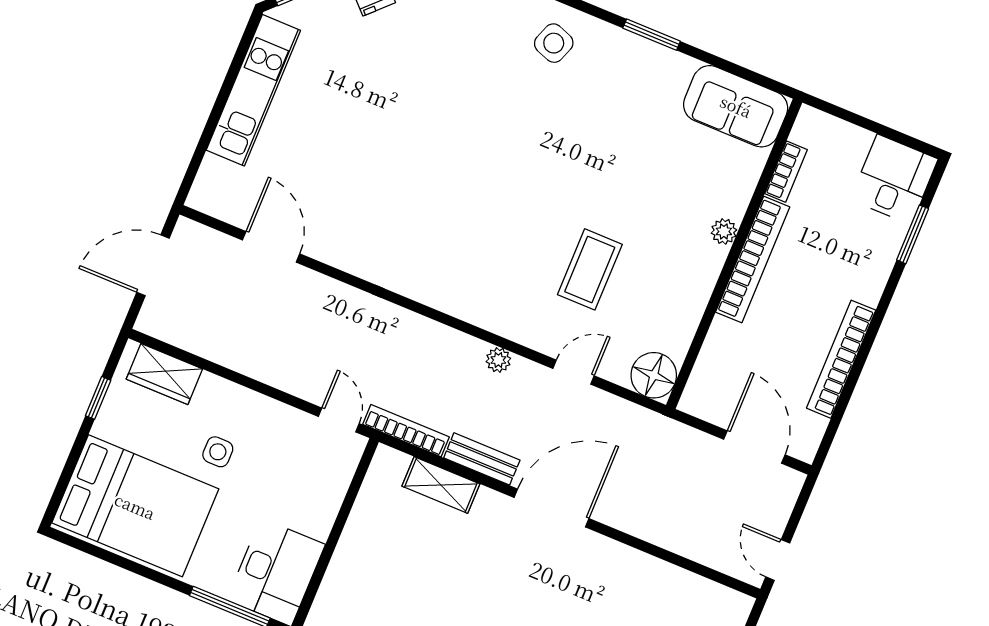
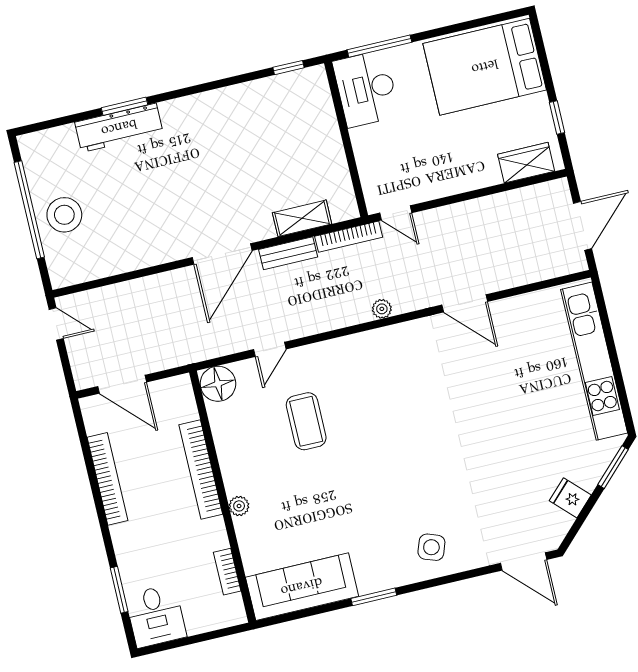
kitchen unit: (253, 90) -> (594, 361), width x1.36
sofa: (736, 106) -> (302, 587), width x1.36
door: (271, 247) -> (465, 303), moved
bookcase: (753, 260) -> (201, 470), moved
plant: (498, 360) -> (382, 309), moved
side table: (218, 452) -> (457, 138), removed

